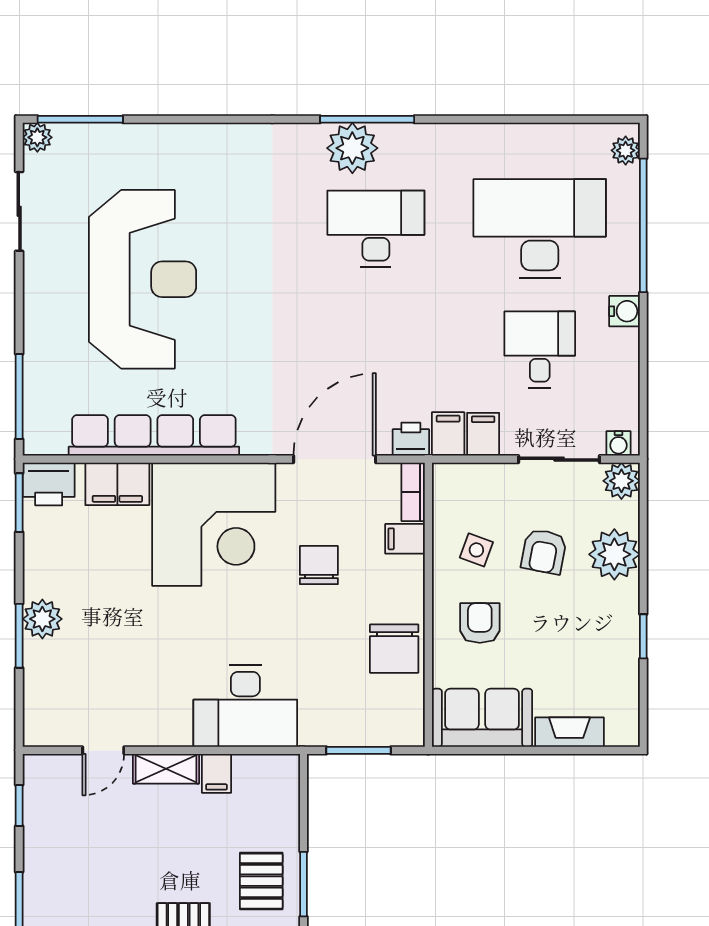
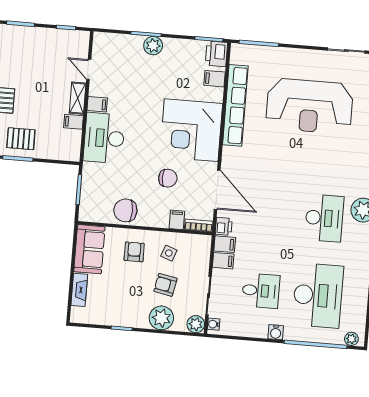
filing cabinet: (117, 484) -> (215, 79), width x0.50
armchair: (480, 623) -> (134, 252), turned -90
filing cabinet: (176, 727) -> (97, 104), added

